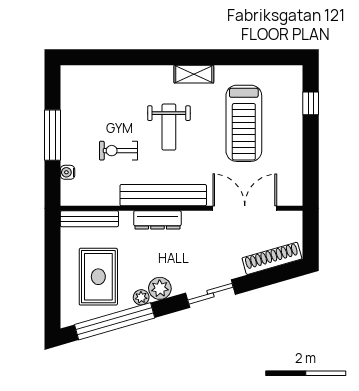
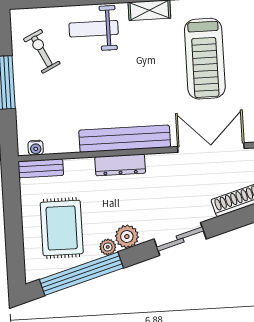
weight bench: (169, 127) -> (94, 29), moved, turned 90
exercise bike: (118, 151) -> (42, 51), moved, turned 64
water cooler: (68, 172) -> (36, 148), moved, turned -90
bench: (89, 219) -> (41, 168), width x0.73

